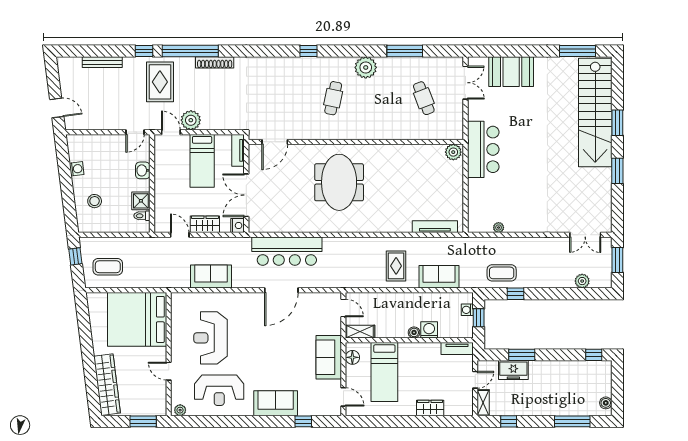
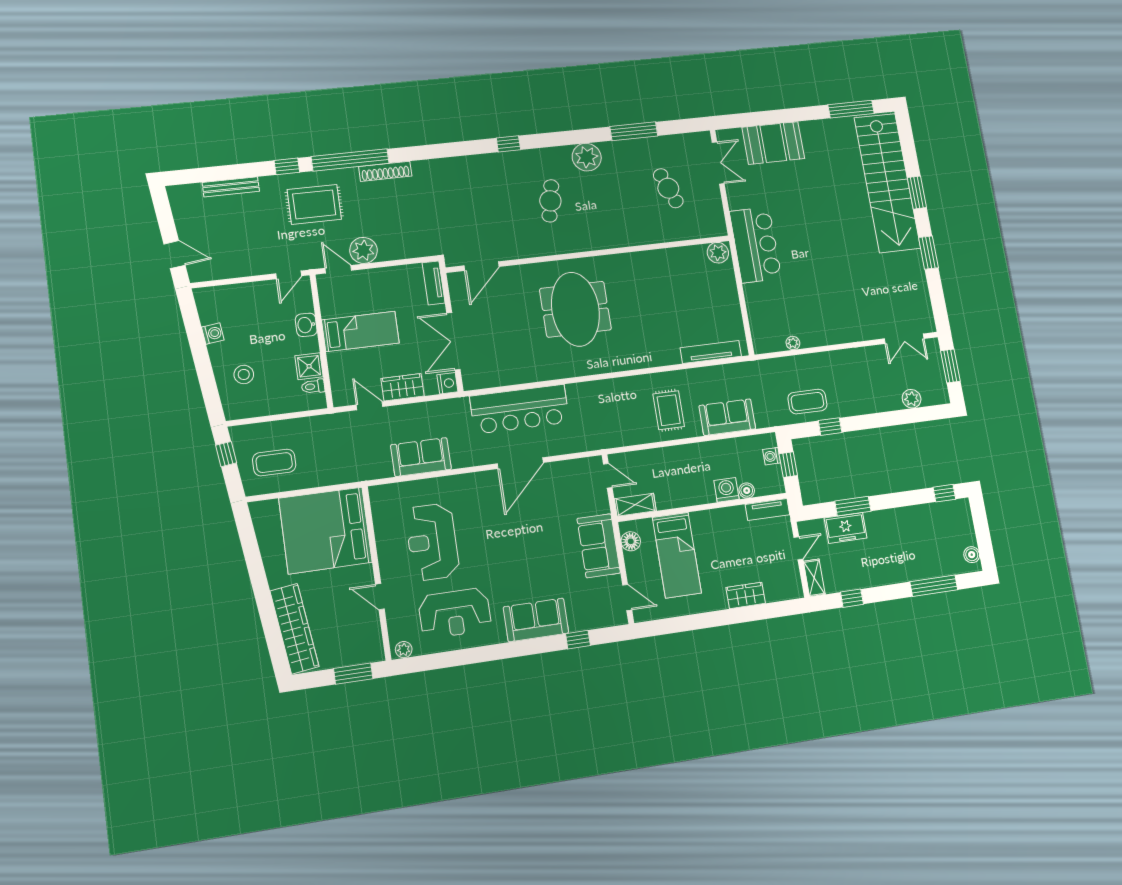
rug: (160, 82) -> (314, 204), turned 90
bed: (202, 161) -> (360, 331), moved, turned -90
boiler: (414, 332) -> (747, 490), moved

